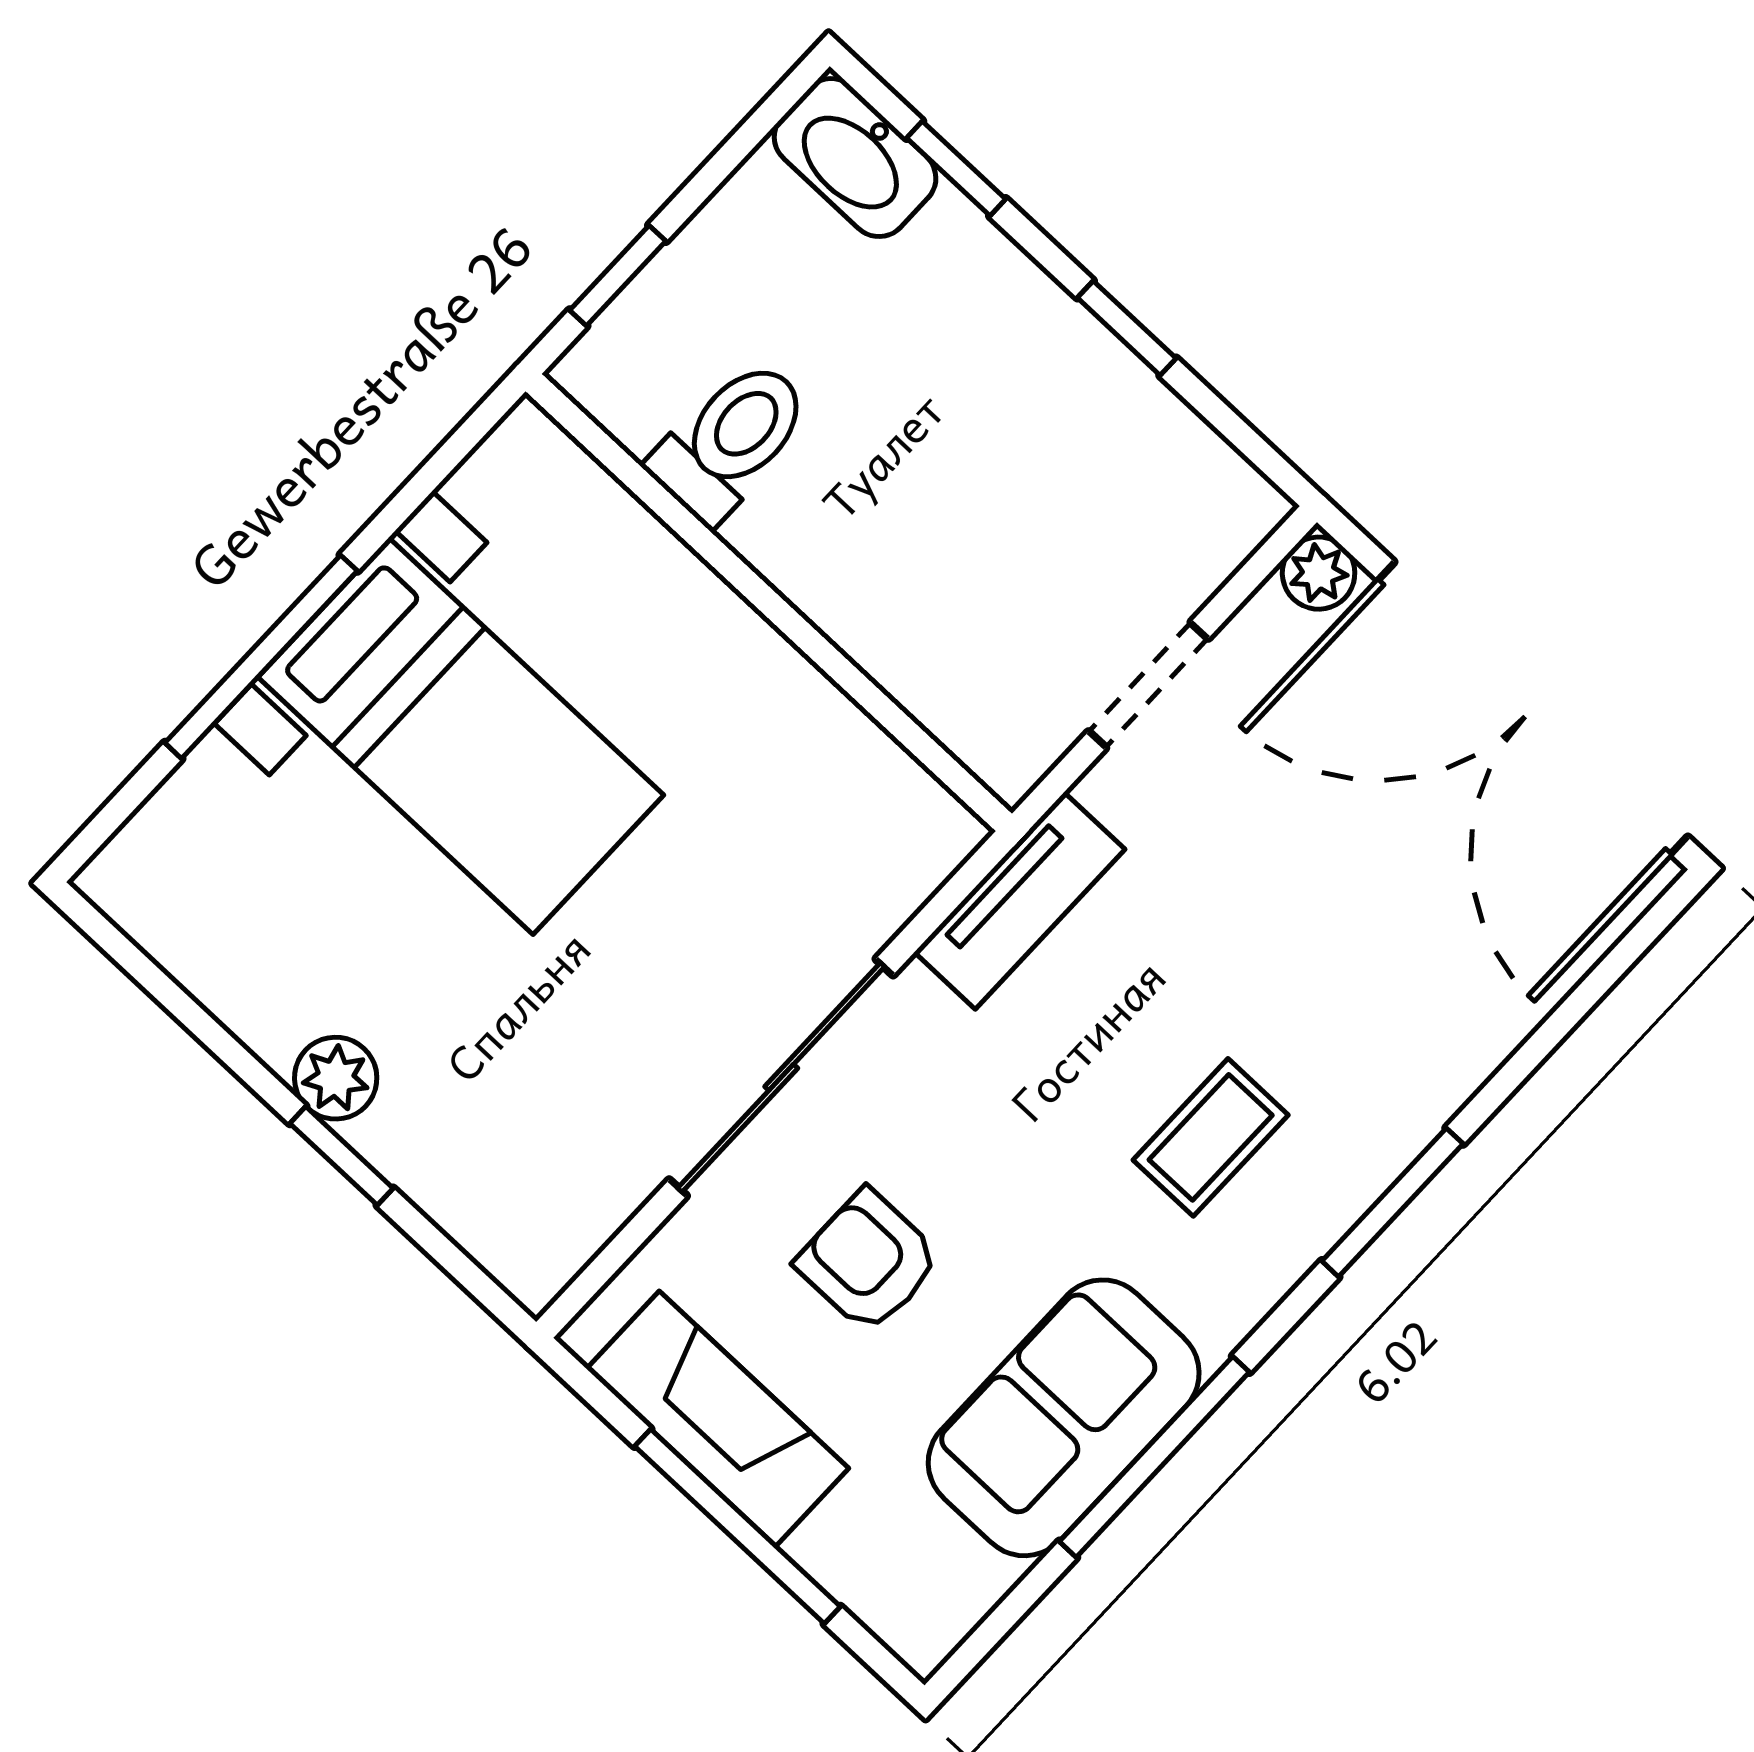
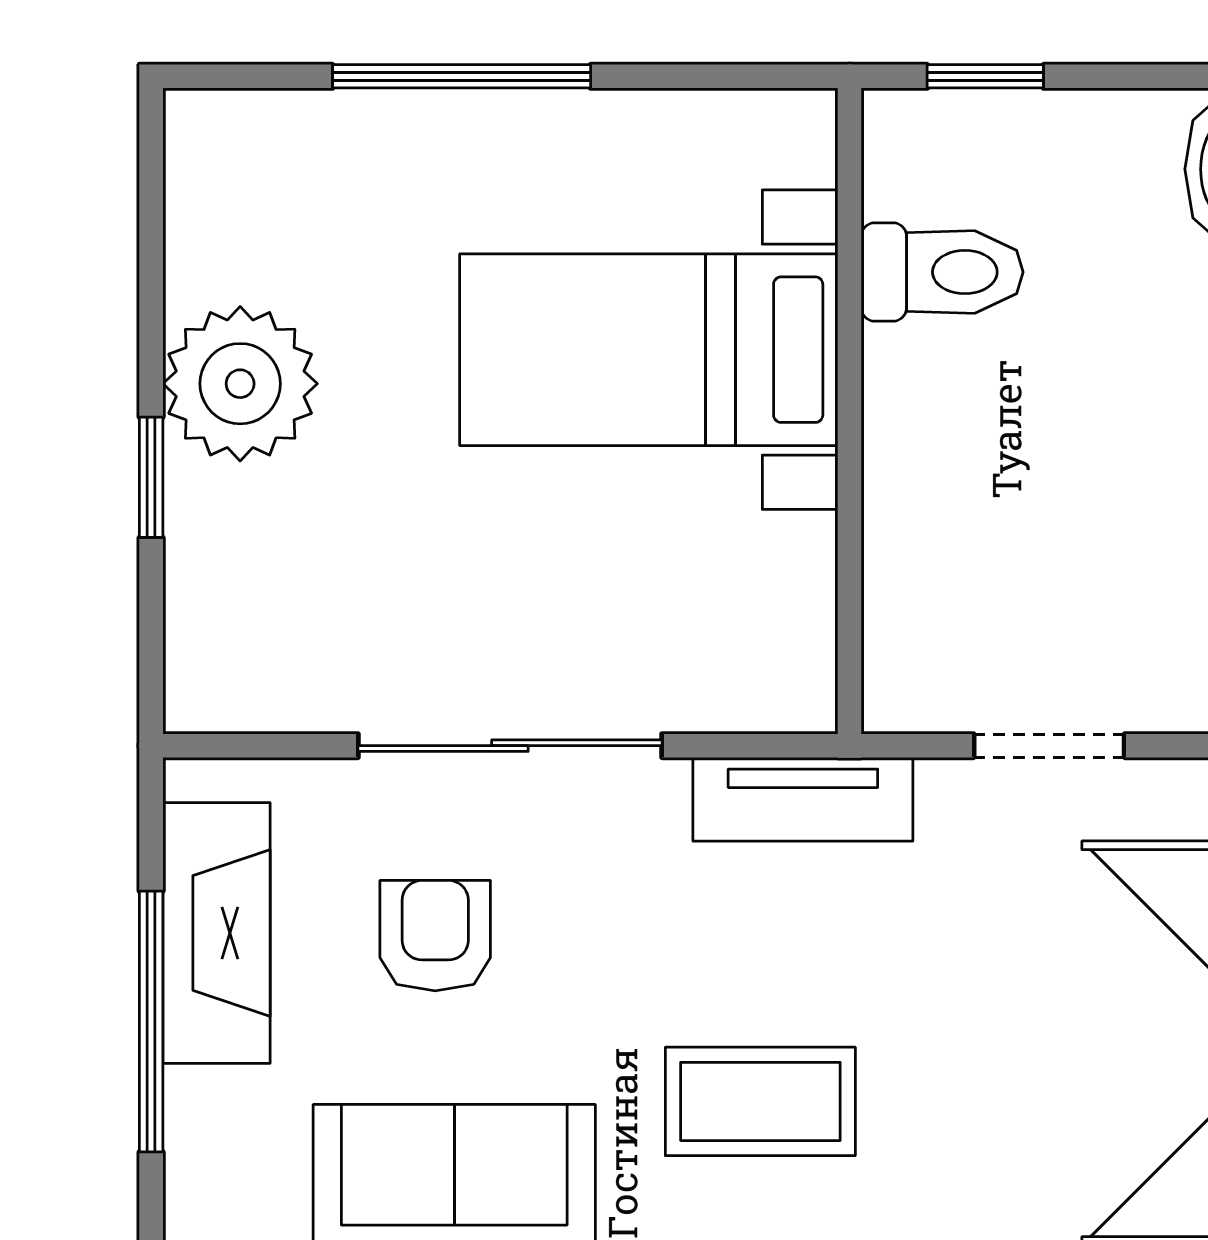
bed with nightstands: (461, 736) -> (649, 350), moved, turned 90
plant: (336, 1078) -> (240, 384), width x1.88, depth x1.88
coffee table: (1211, 1137) -> (760, 1101), width x1.36, depth x1.30

